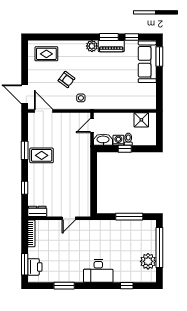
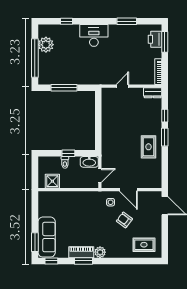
window: (132, 37) -> (51, 261), moved
door: (44, 111) -> (128, 190), moved
washing machine: (118, 140) -> (74, 161), removed
window: (25, 150) -> (165, 137), moved
rug: (42, 155) -> (149, 147), turned 90

